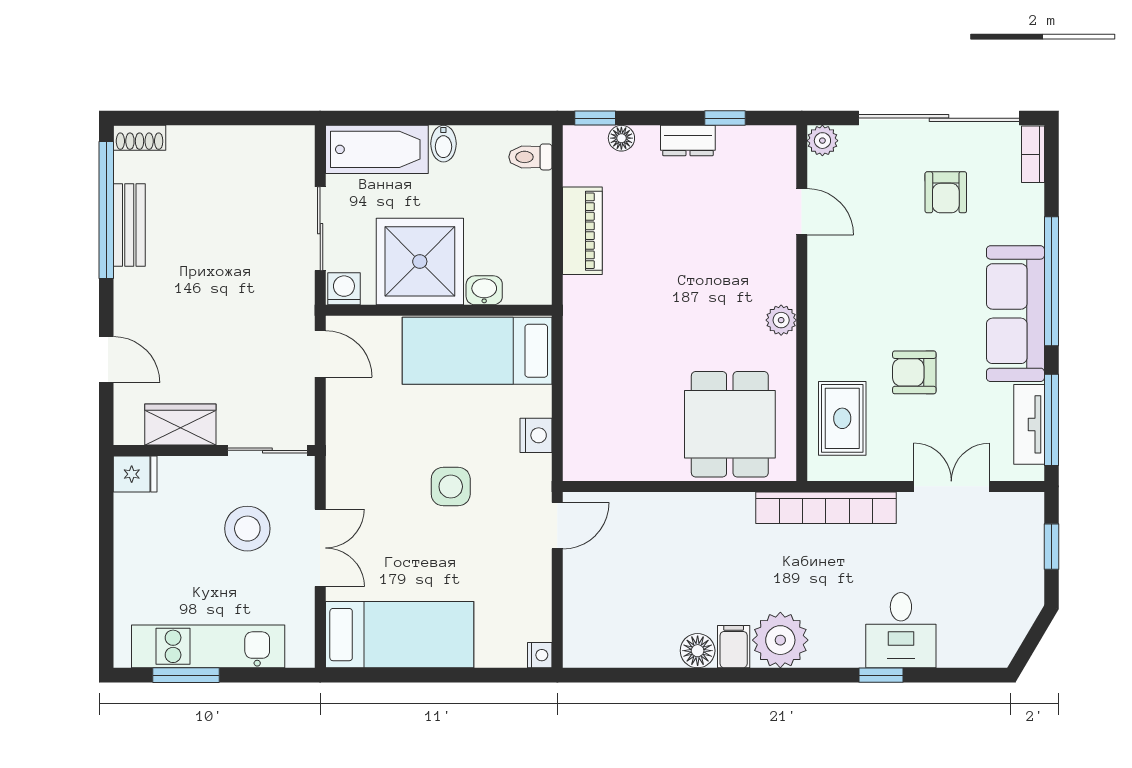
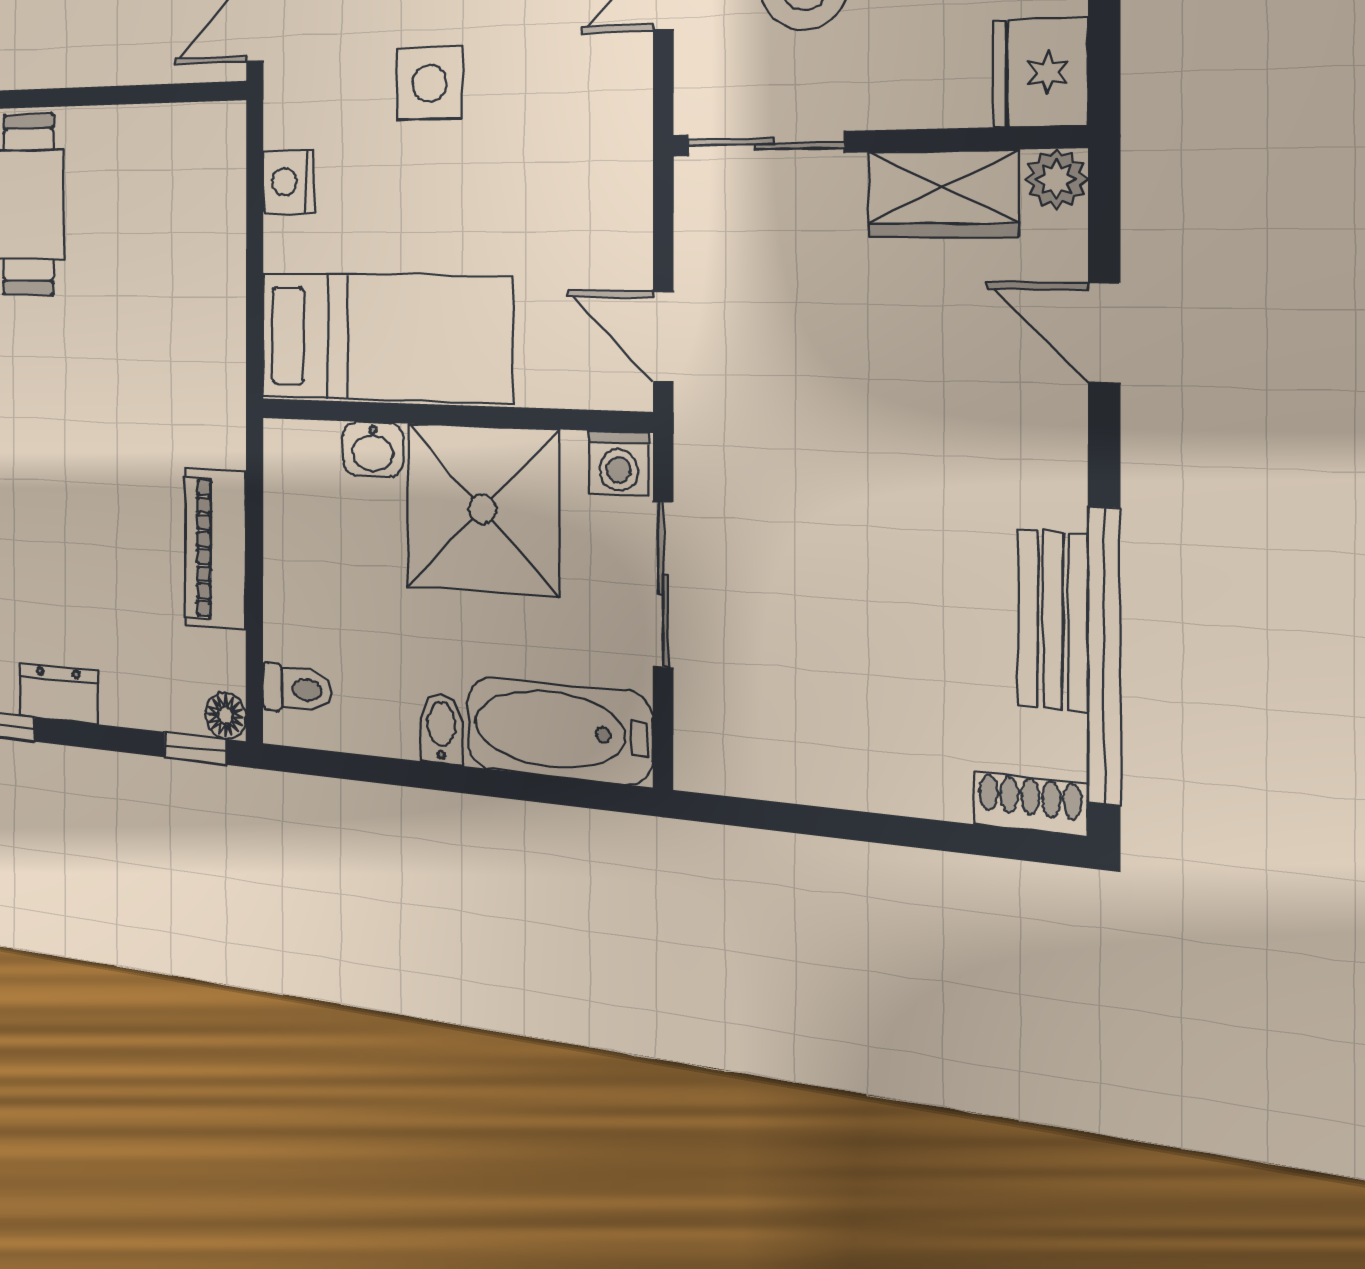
floor lamp: (621, 138) -> (226, 716), moved
plant: (128, 431) -> (1056, 179), added
fridge: (135, 474) -> (1040, 72), width x1.38

